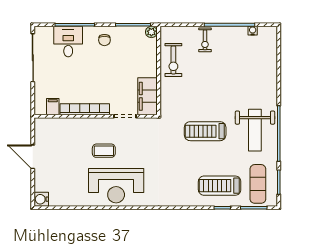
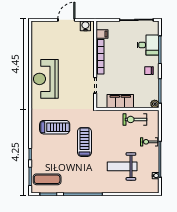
filing cabinet: (148, 96) -> (120, 101), moved
weight bench: (255, 130) -> (122, 166), moved
coffee table: (104, 151) -> (71, 70), removed
treadmill: (220, 186) -> (55, 127), moved, turned 90
water cooler: (41, 199) -> (85, 26), moved

